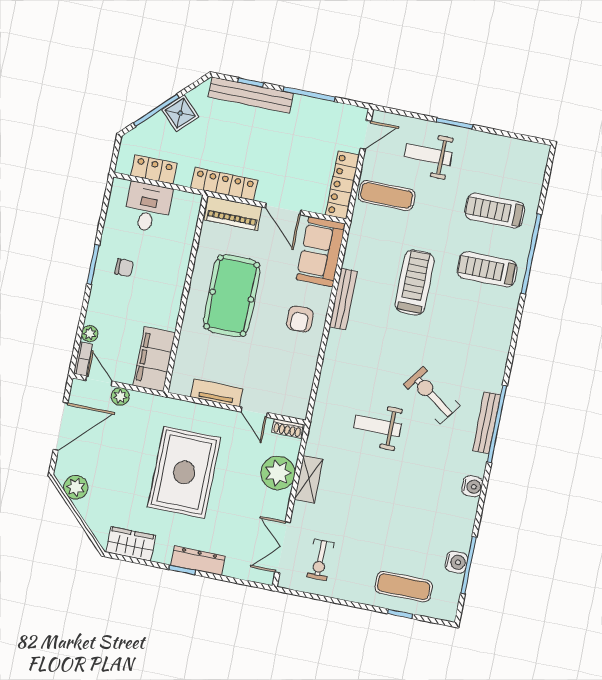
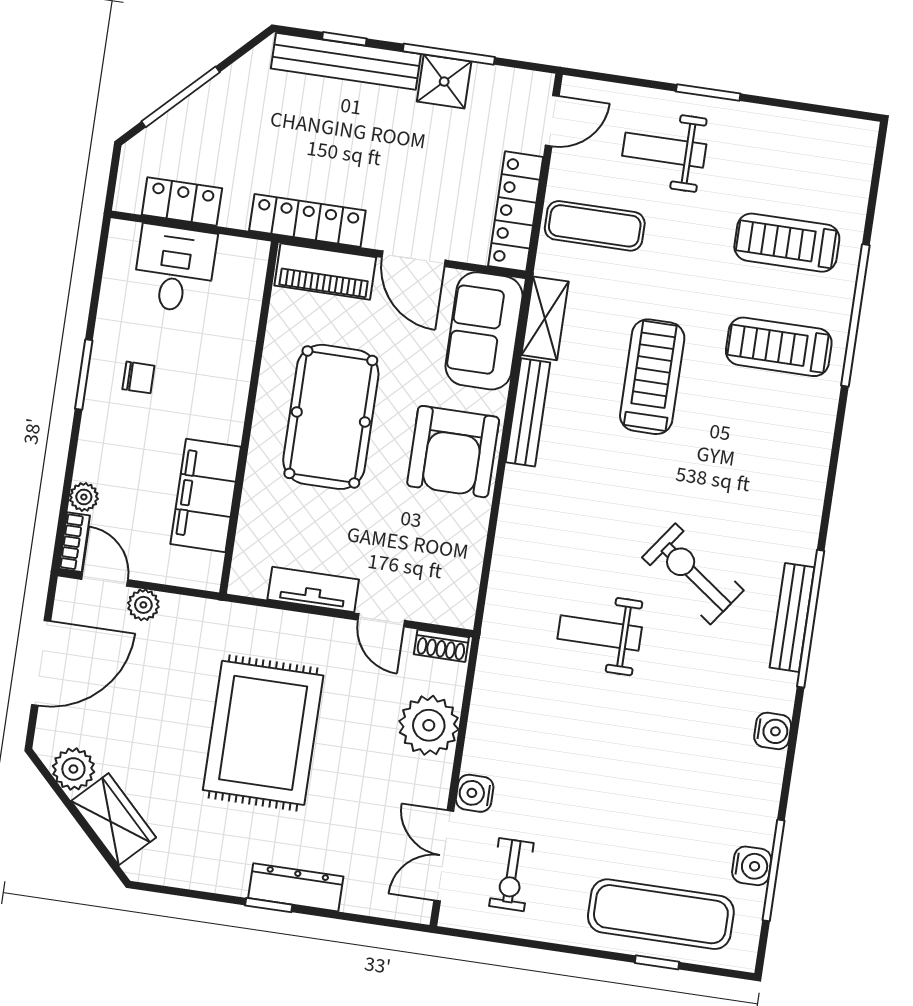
shower: (180, 113) -> (444, 82), moved, turned 45
armchair: (300, 319) -> (453, 452), width x1.88, depth x1.88
filing cabinet: (154, 359) -> (206, 495), moved
shelving: (309, 479) -> (545, 318), moved
water cooler: (302, 513) -> (475, 793), added
wardrobe: (131, 544) -> (114, 819), moved, turned 45
exercise mat: (404, 587) -> (661, 914), width x1.36, depth x1.45

